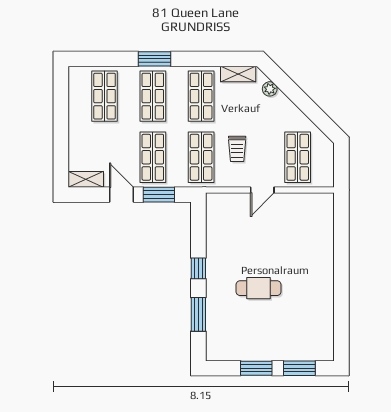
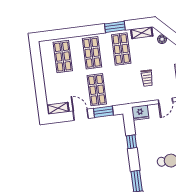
window: (154, 59) -> (115, 27), moved
shop shelf: (201, 157) -> (126, 86), removed
fridge: (219, 204) -> (140, 113), added
window: (198, 268) -> (132, 142), moved

